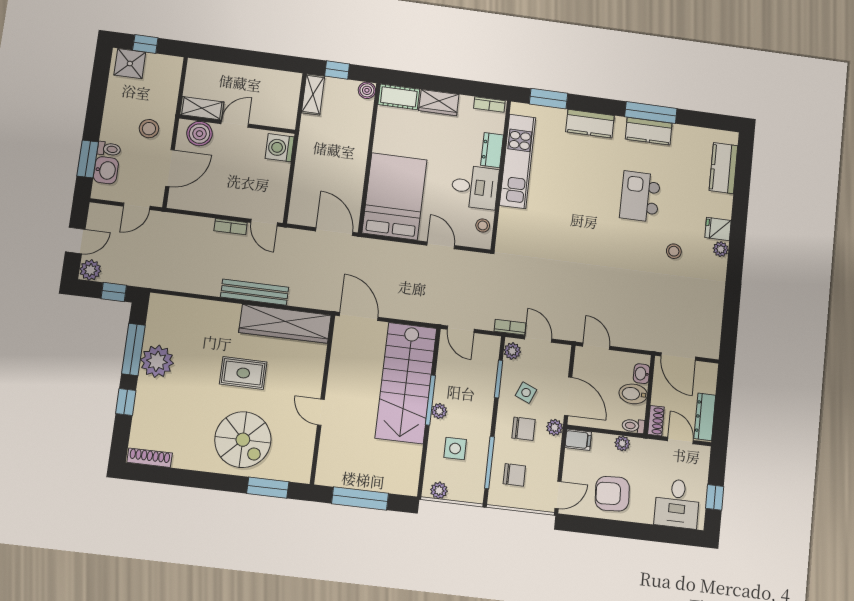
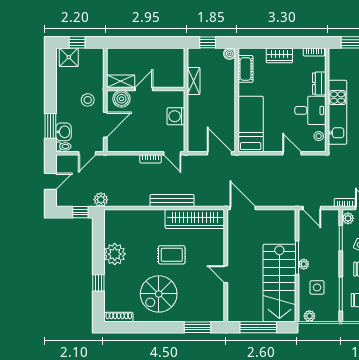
shelving: (313, 94) -> (194, 81), moved
cot: (399, 97) -> (245, 69), moved, turned 90
washing machine: (280, 148) -> (176, 116), moved
toilet: (109, 149) -> (63, 146), moved
kitchen unit: (518, 161) -> (338, 112), moved
bed: (394, 196) -> (251, 124), width x0.67
plant: (90, 270) -> (101, 200), moved
window: (133, 349) -> (98, 248), removed
stairs: (406, 383) -> (279, 283), moved
spiral stairs: (243, 440) -> (159, 294), moved, turned 90

